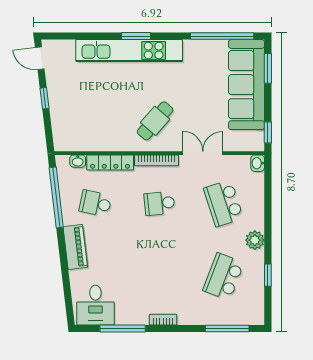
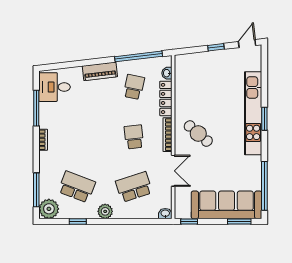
plant: (252, 312) -> (49, 209), added

